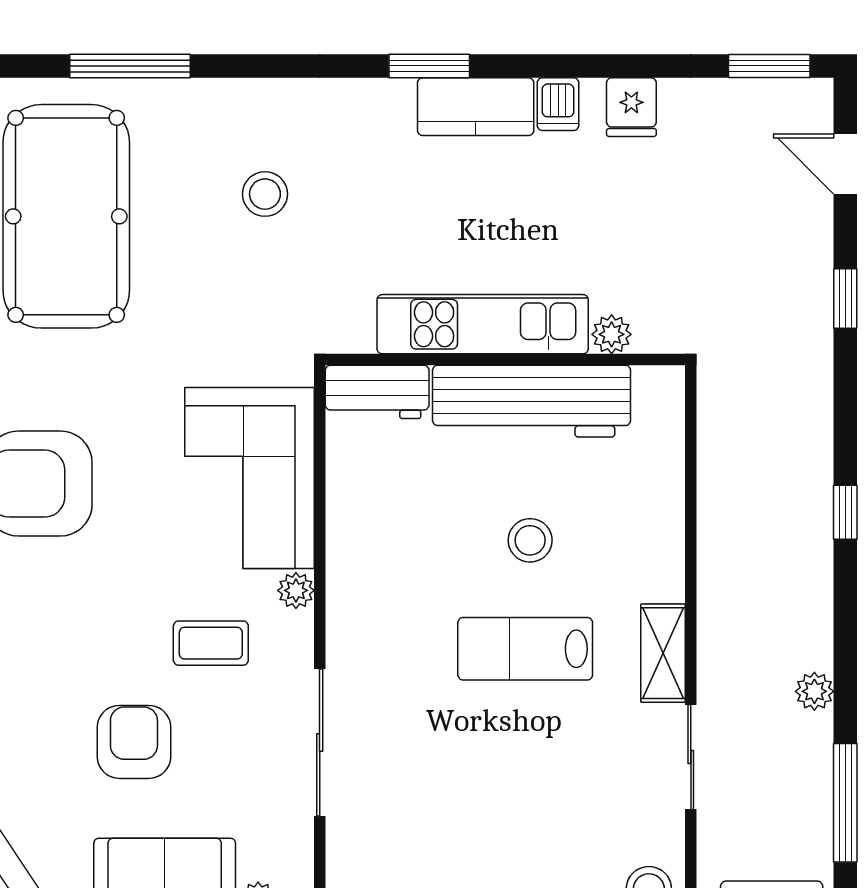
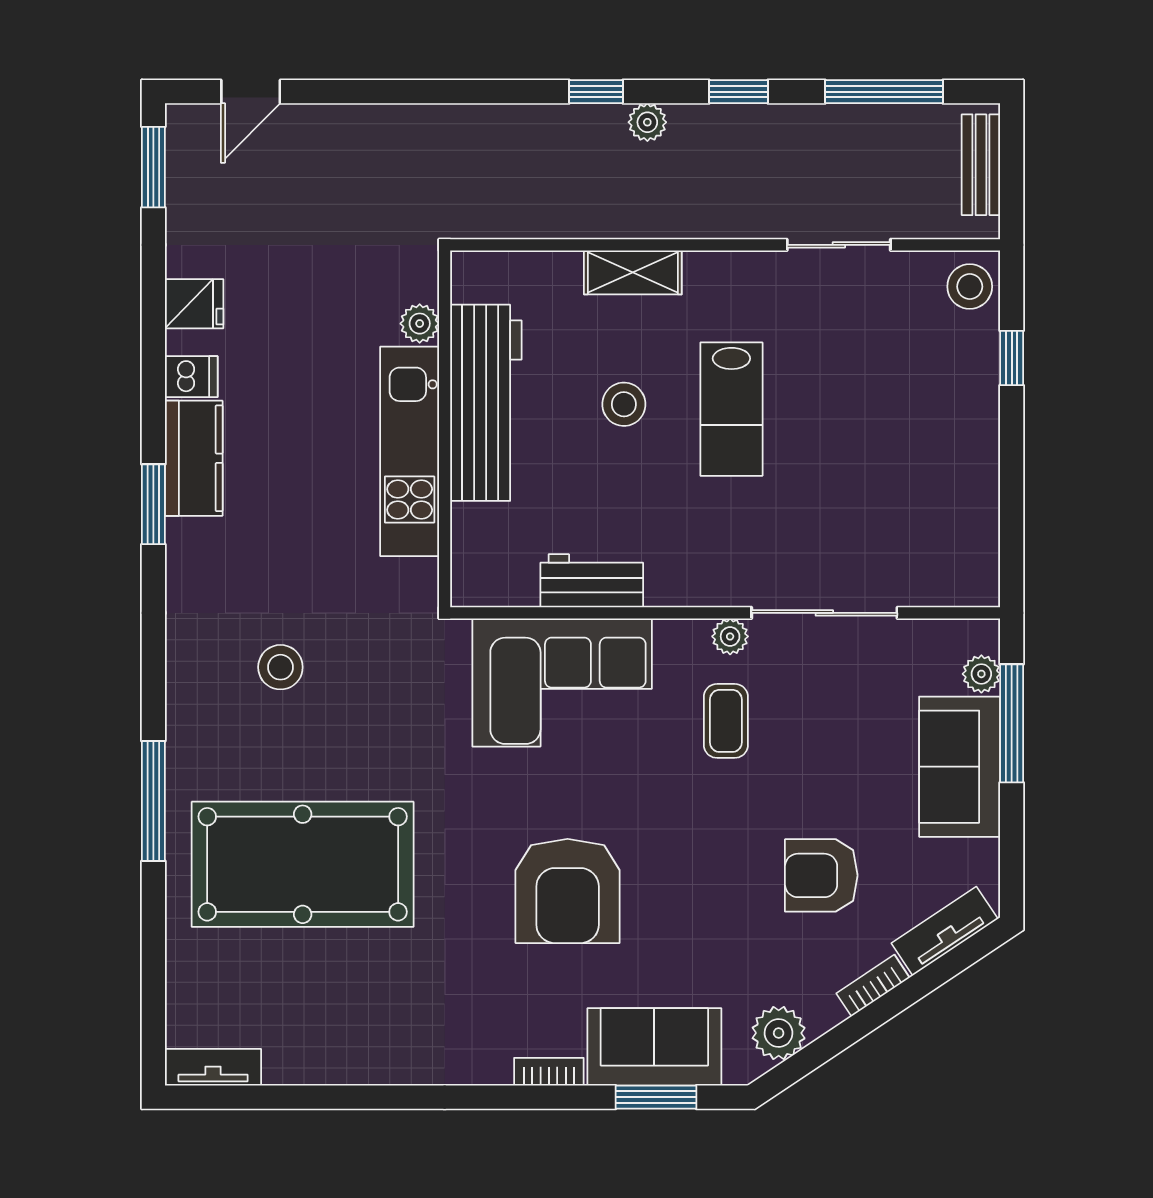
window: (845, 299) -> (739, 92), moved
workbench: (377, 392) -> (592, 581), moved, turned -90
plant: (296, 590) -> (730, 636), moved
shelving: (663, 653) -> (633, 272), moved
plant: (814, 691) -> (647, 122), moved
armchair: (134, 742) -> (821, 875), moved

